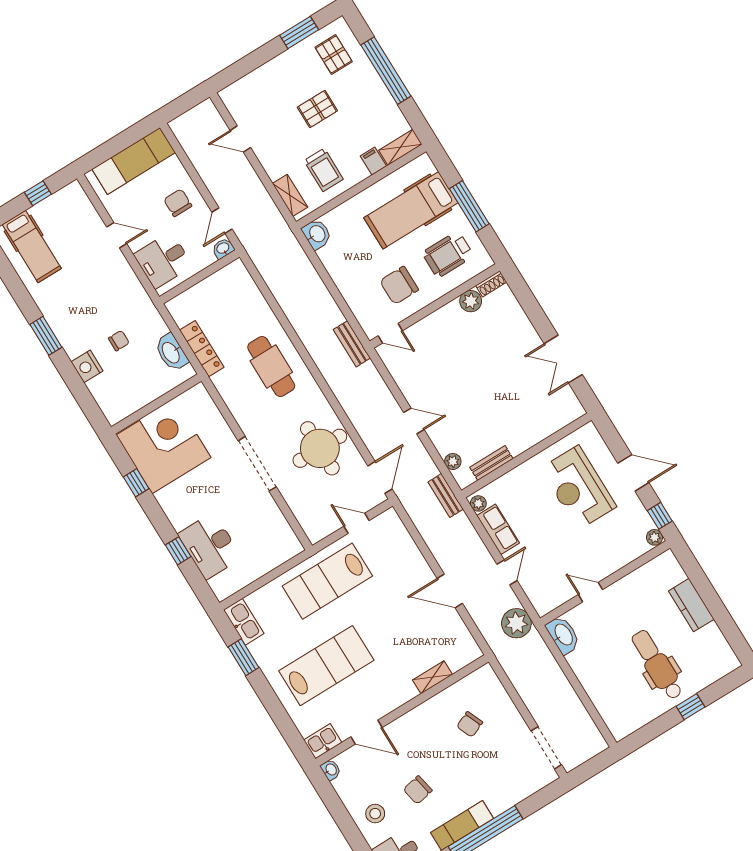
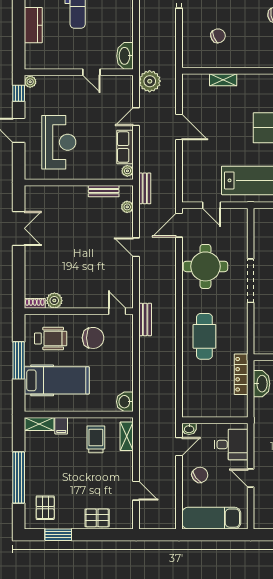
pallet: (317, 109) -> (97, 518), moved
chair: (178, 203) -> (200, 475), turned -128

